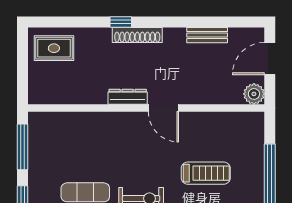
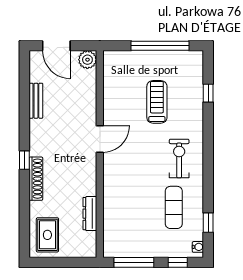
window: (121, 22) -> (24, 160), moved
shoe rack: (137, 35) -> (36, 179), moved
dresser: (128, 97) -> (90, 214), moved

